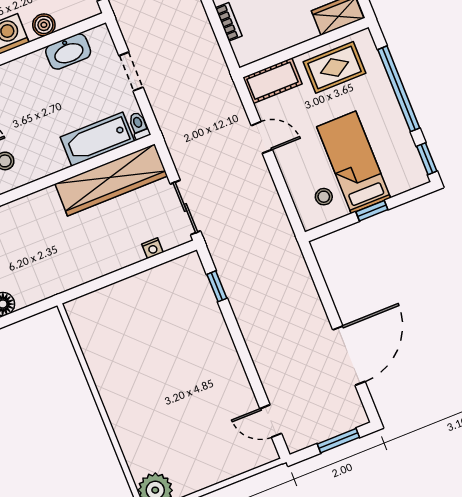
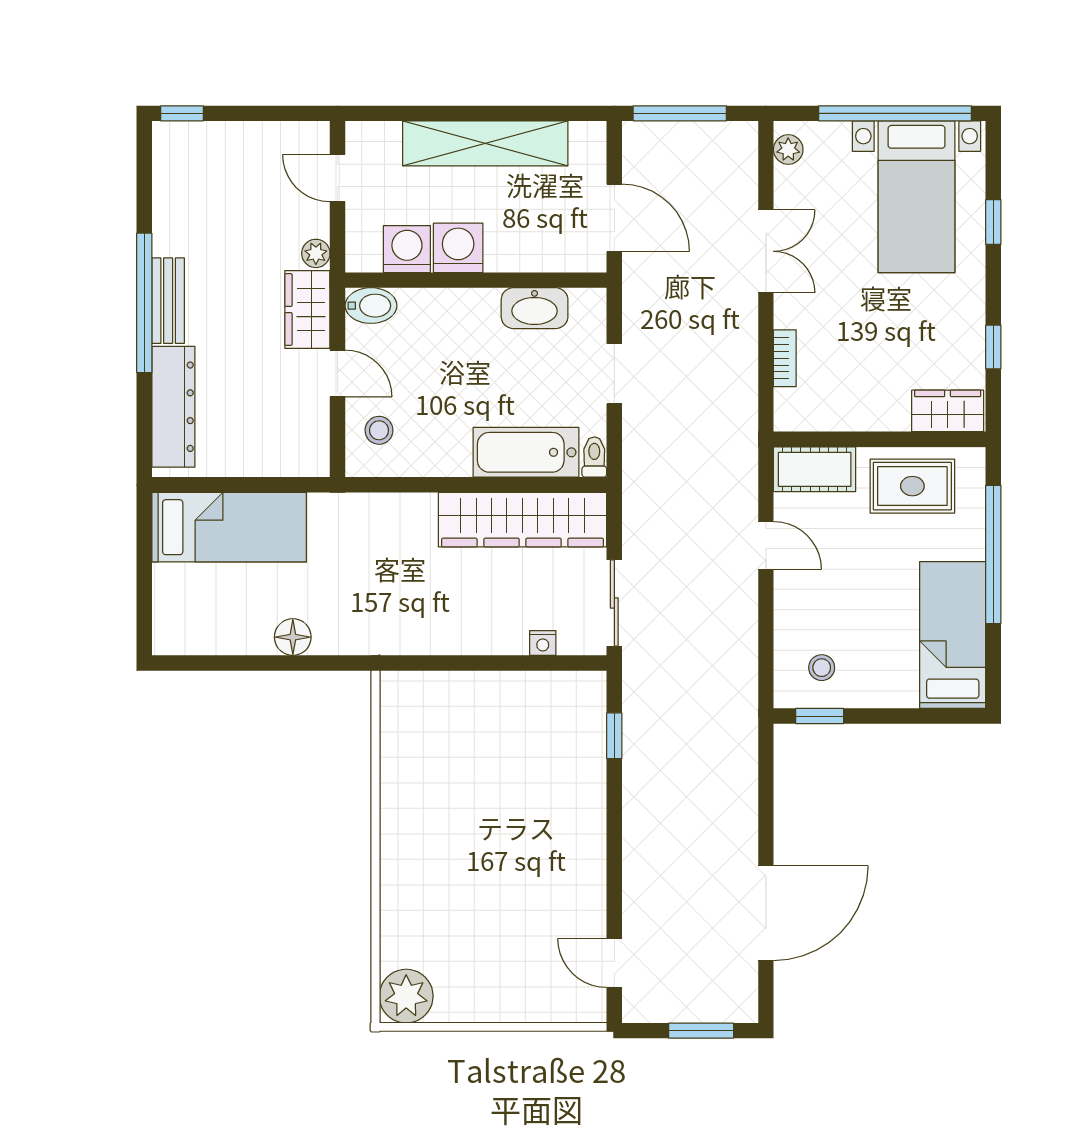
boiler: (44, 25) -> (515, 255), removed
window: (427, 159) -> (993, 672), removed
bed: (354, 162) -> (953, 635), moved
window: (372, 211) -> (820, 716), moved

